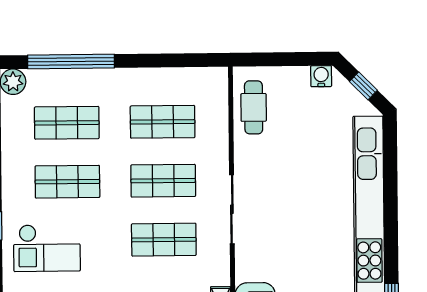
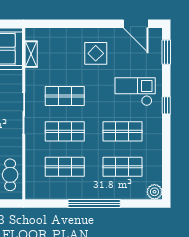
window: (71, 61) -> (94, 204), moved

